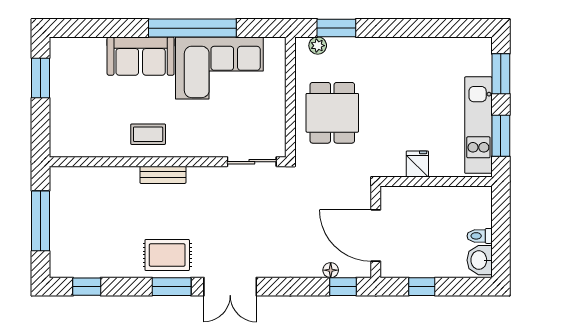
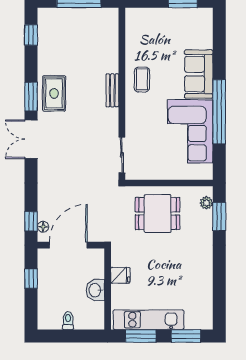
washbasin: (480, 260) -> (95, 290), moved, turned -90
floor lamp: (331, 270) -> (43, 227), moved

